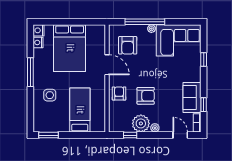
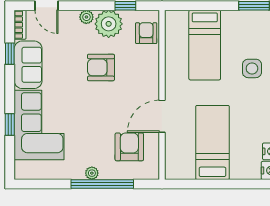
corner sofa: (179, 40) -> (39, 125), moved, turned 90
bed: (70, 48) -> (212, 142), width x0.67
door: (107, 65) -> (162, 116), hinge flipped
armchair: (119, 93) -> (146, 33), moved, turned 180

